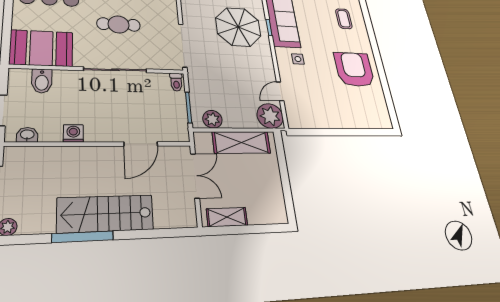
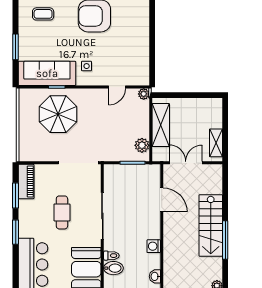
toilet: (176, 82) -> (111, 256), moved
door: (280, 91) -> (117, 87), hinge flipped
plant: (270, 116) -> (144, 94), width x0.53, depth x0.53

